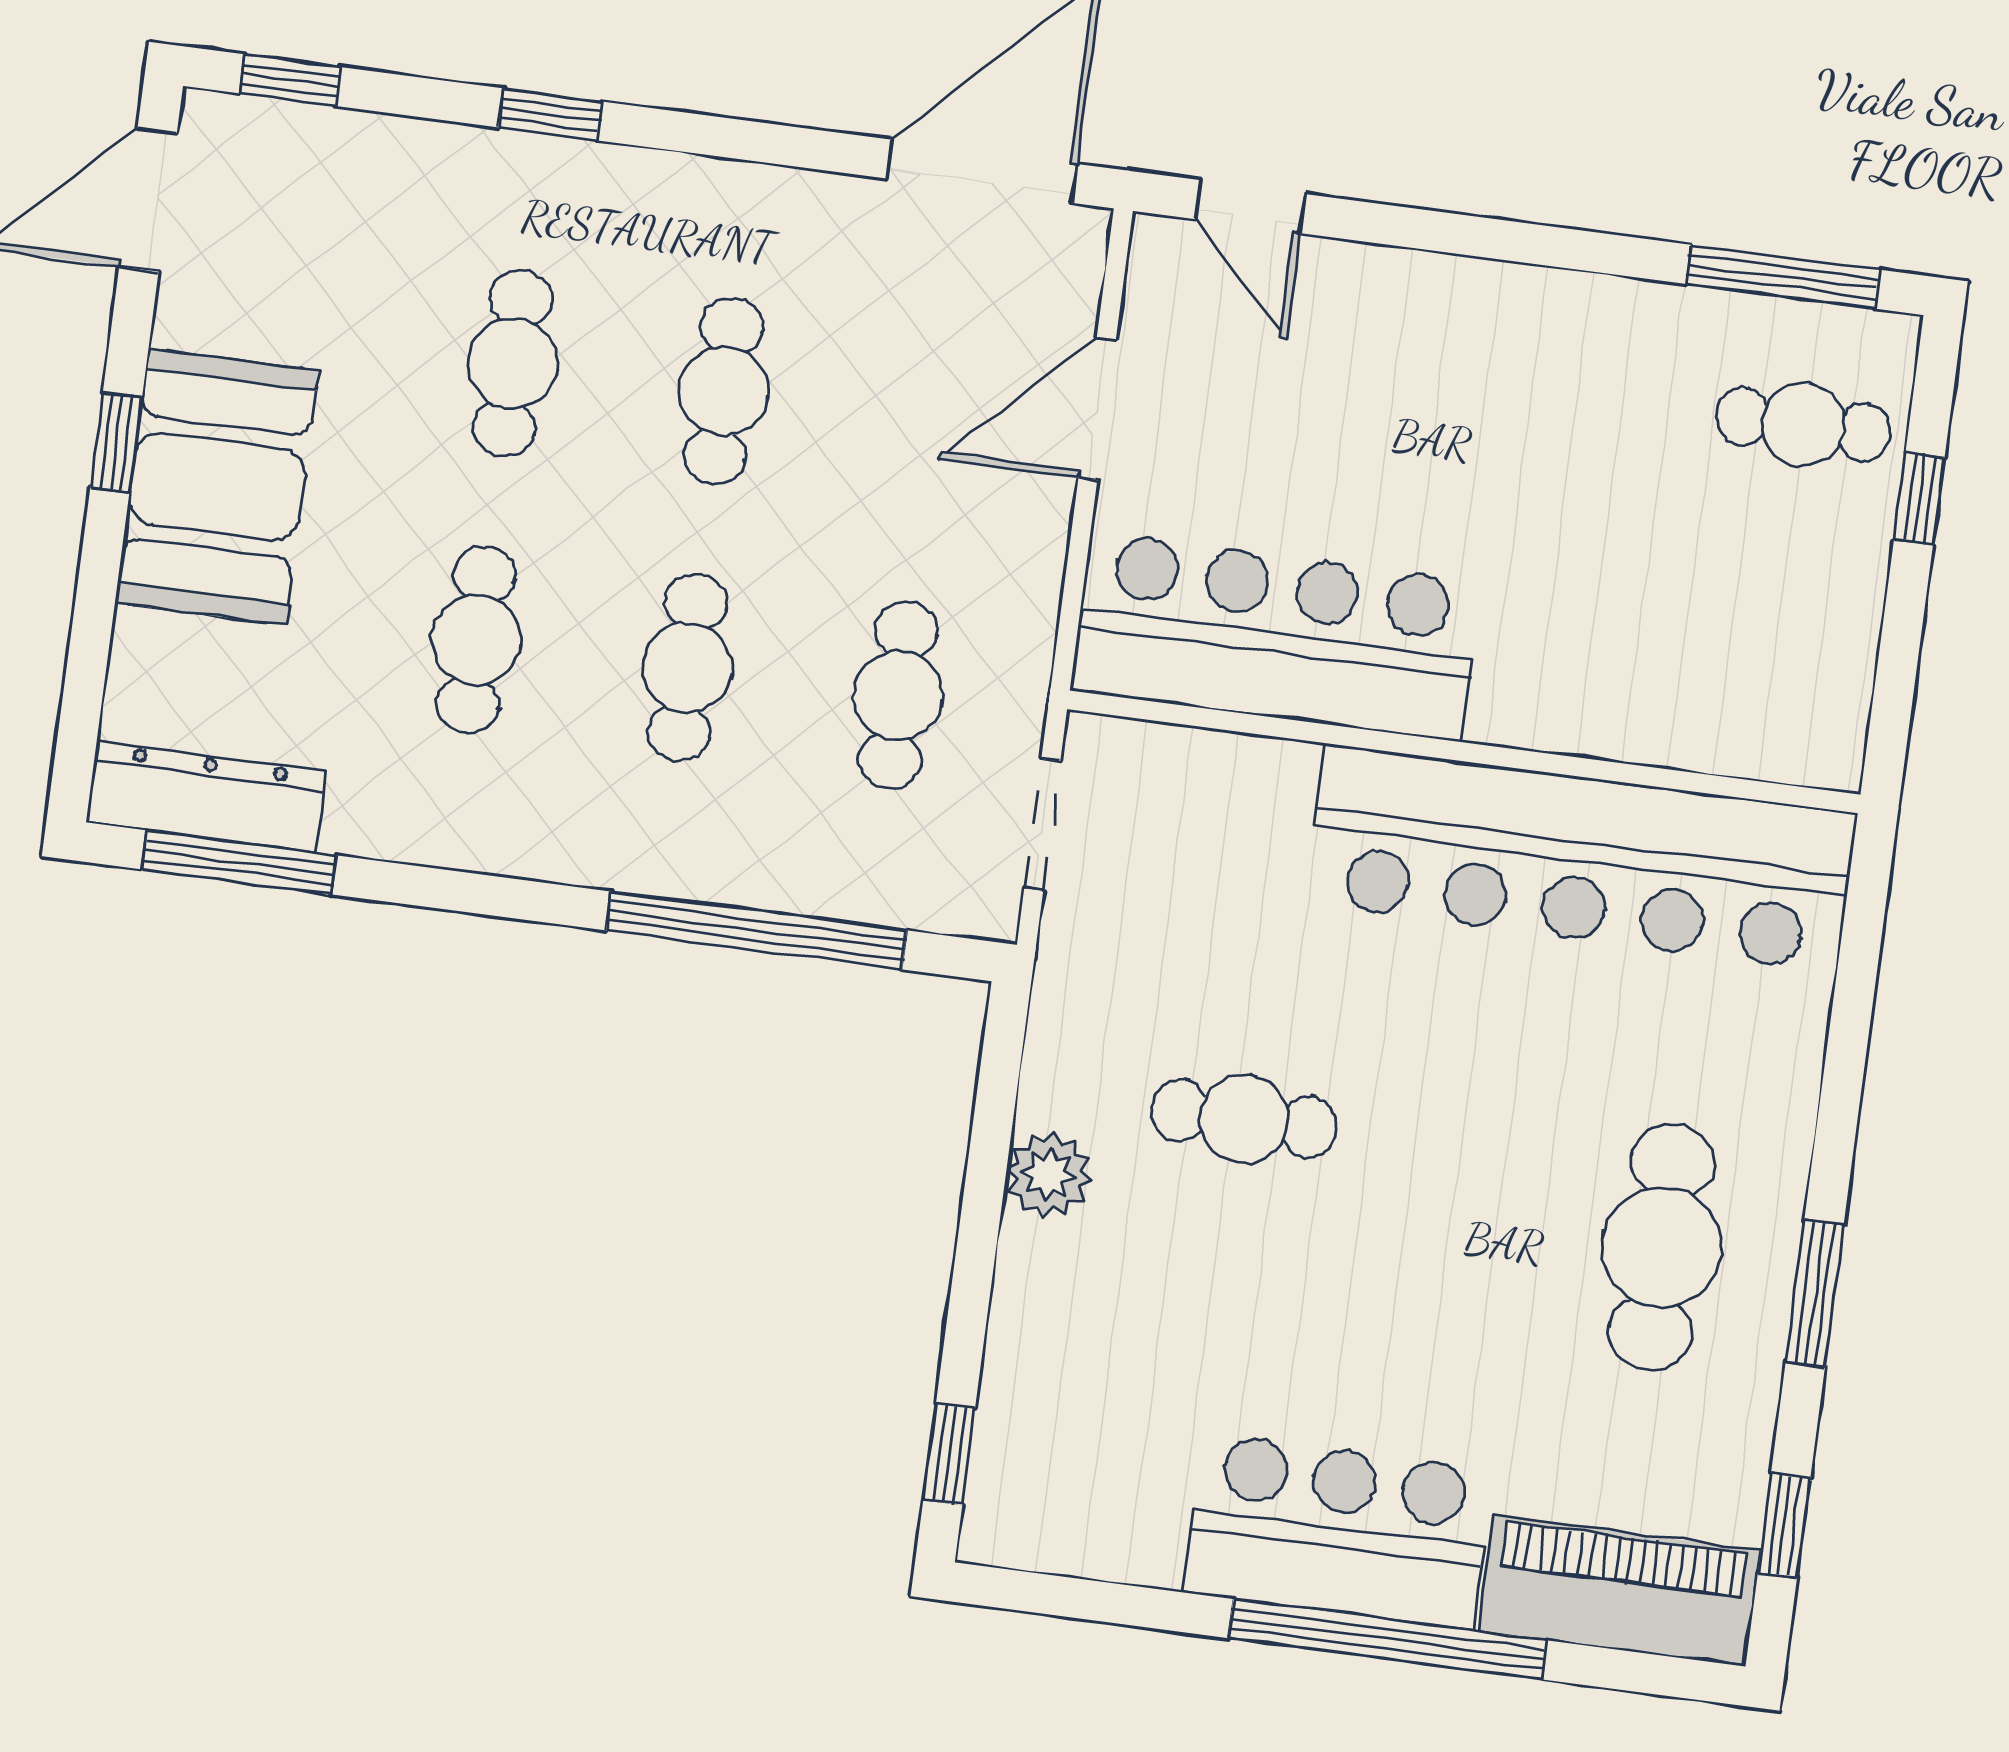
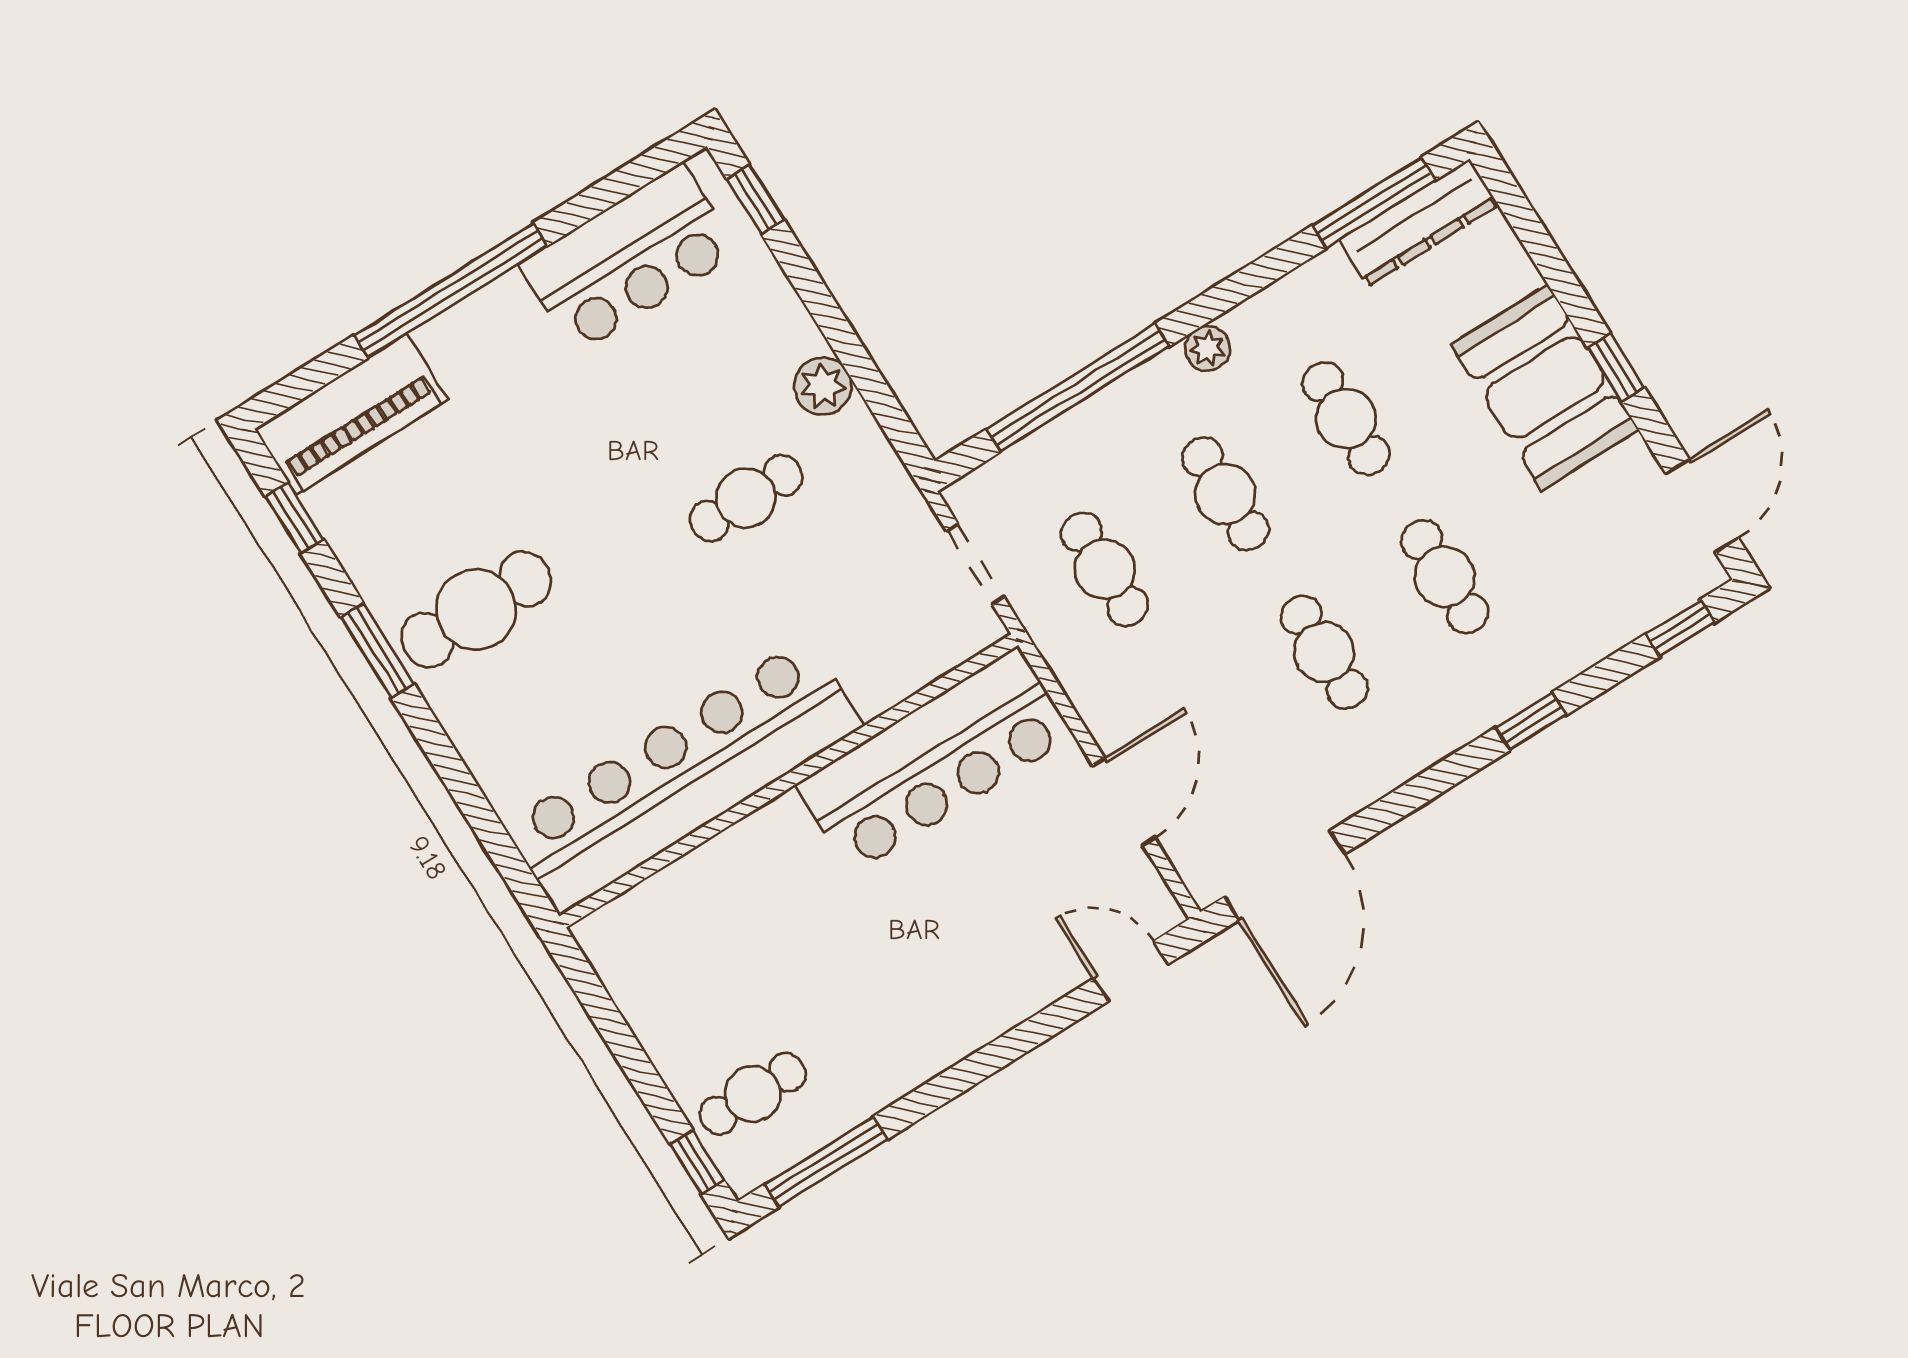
window: (1919, 498) -> (697, 1162), moved
plant: (569, 852) -> (1208, 348), added
cafe table: (1661, 1247) -> (476, 609), turned 90
bar counter: (1338, 1531) -> (629, 259), moved

